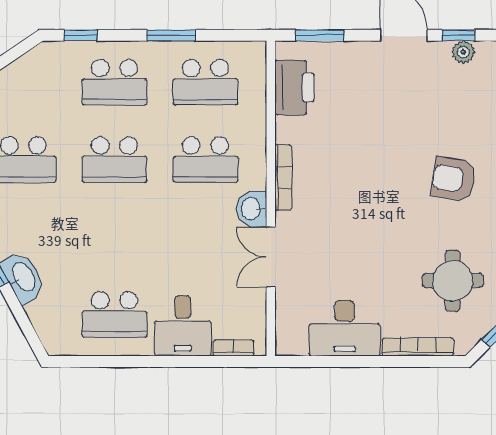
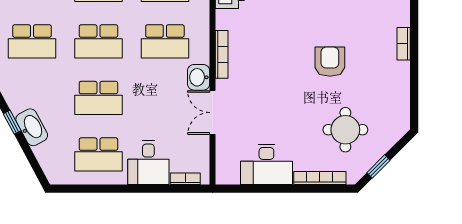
armchair: (453, 179) -> (330, 62), moved, turned 81
school desk: (114, 237) -> (98, 98), added

